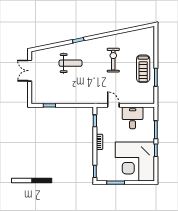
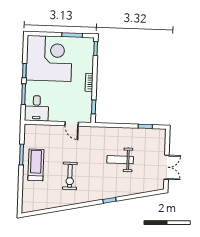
weight bench: (70, 63) -> (120, 160), moved
desk: (133, 118) -> (37, 108), moved

